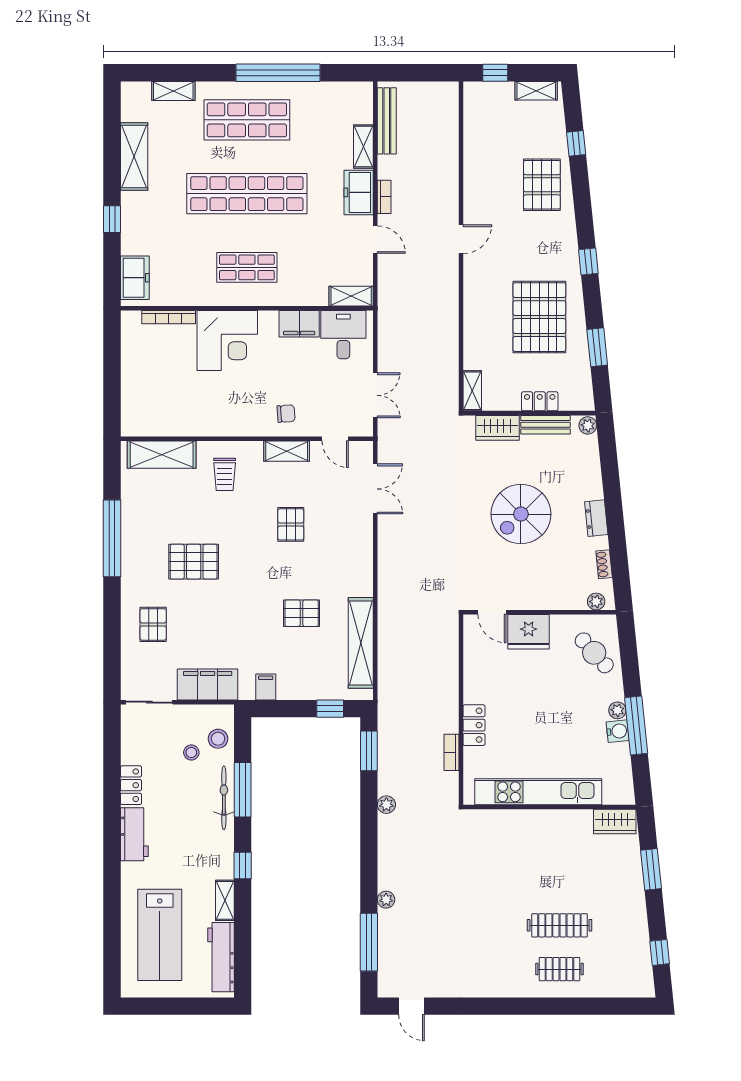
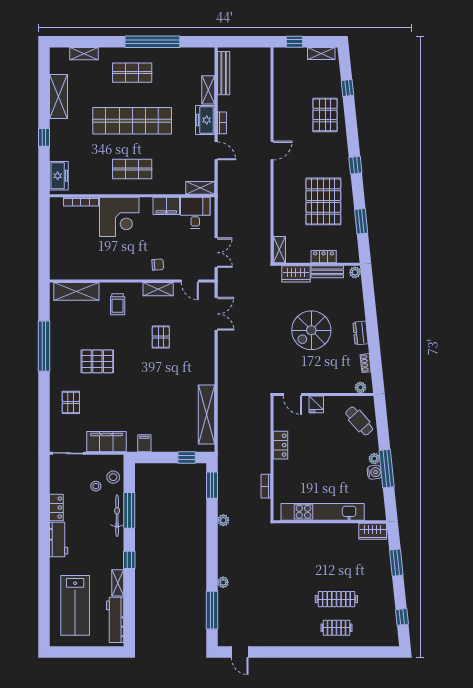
shop shelf: (247, 120) -> (132, 73), width x0.70, depth x0.74
pallet: (302, 613) -> (168, 395), removed
fridge: (529, 632) -> (316, 404), width x0.53, depth x0.75
locker: (474, 725) -> (281, 445), moved

